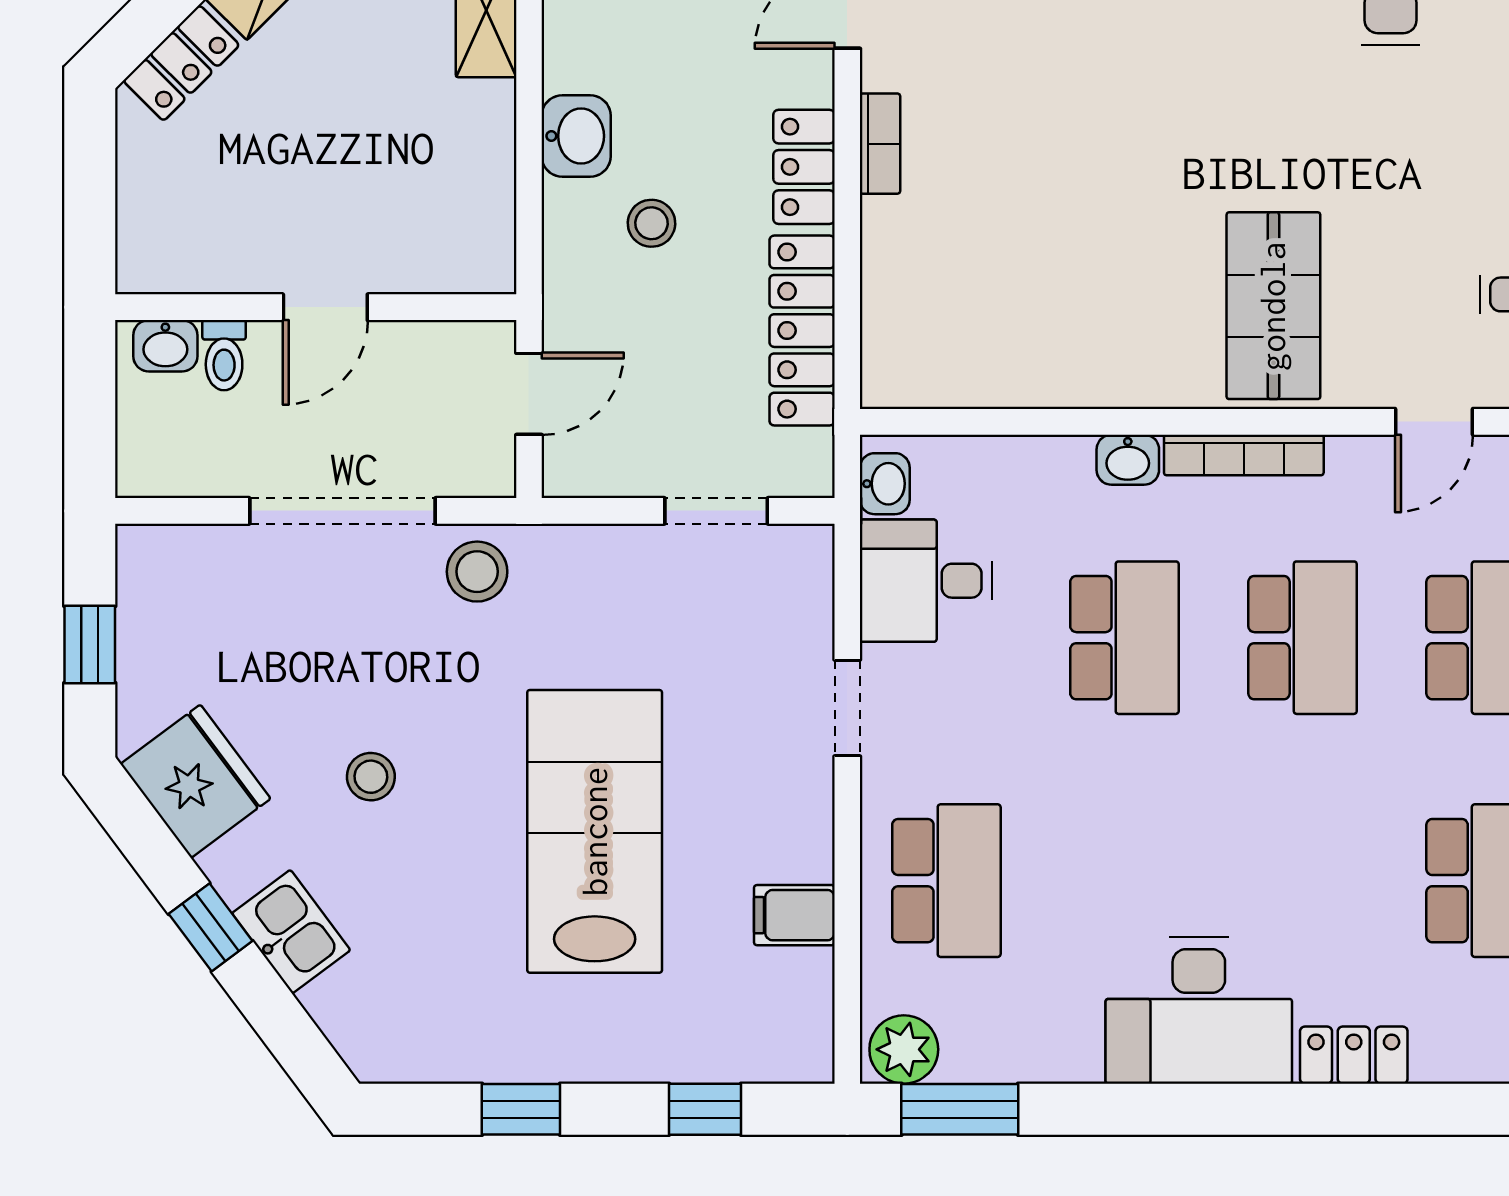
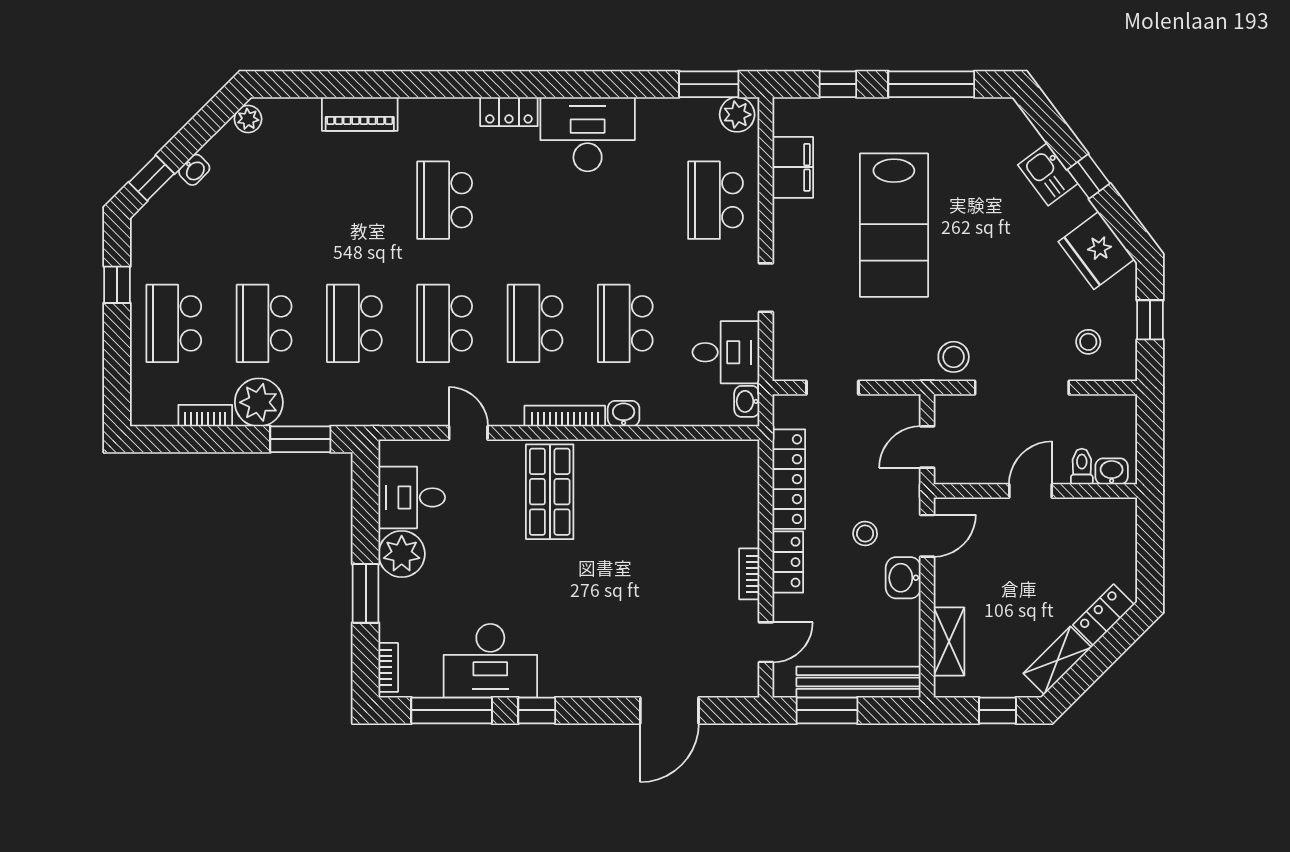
door: (529, 219) -> (927, 536), added
door: (1434, 422) -> (468, 433), hinge flipped
stool: (371, 777) -> (1088, 342), moved
filing cabinet: (794, 915) -> (793, 167), width x2.00
window: (521, 1109) -> (931, 84), width x2.17

